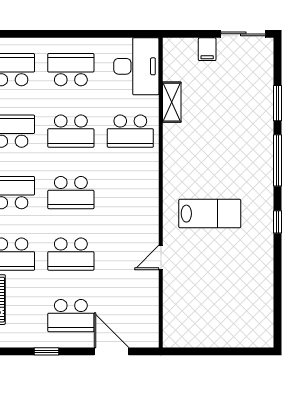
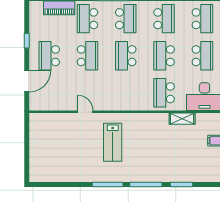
window: (277, 222) -> (108, 184), width x2.17
school desk: (71, 254) -> (87, 56), turned 180

